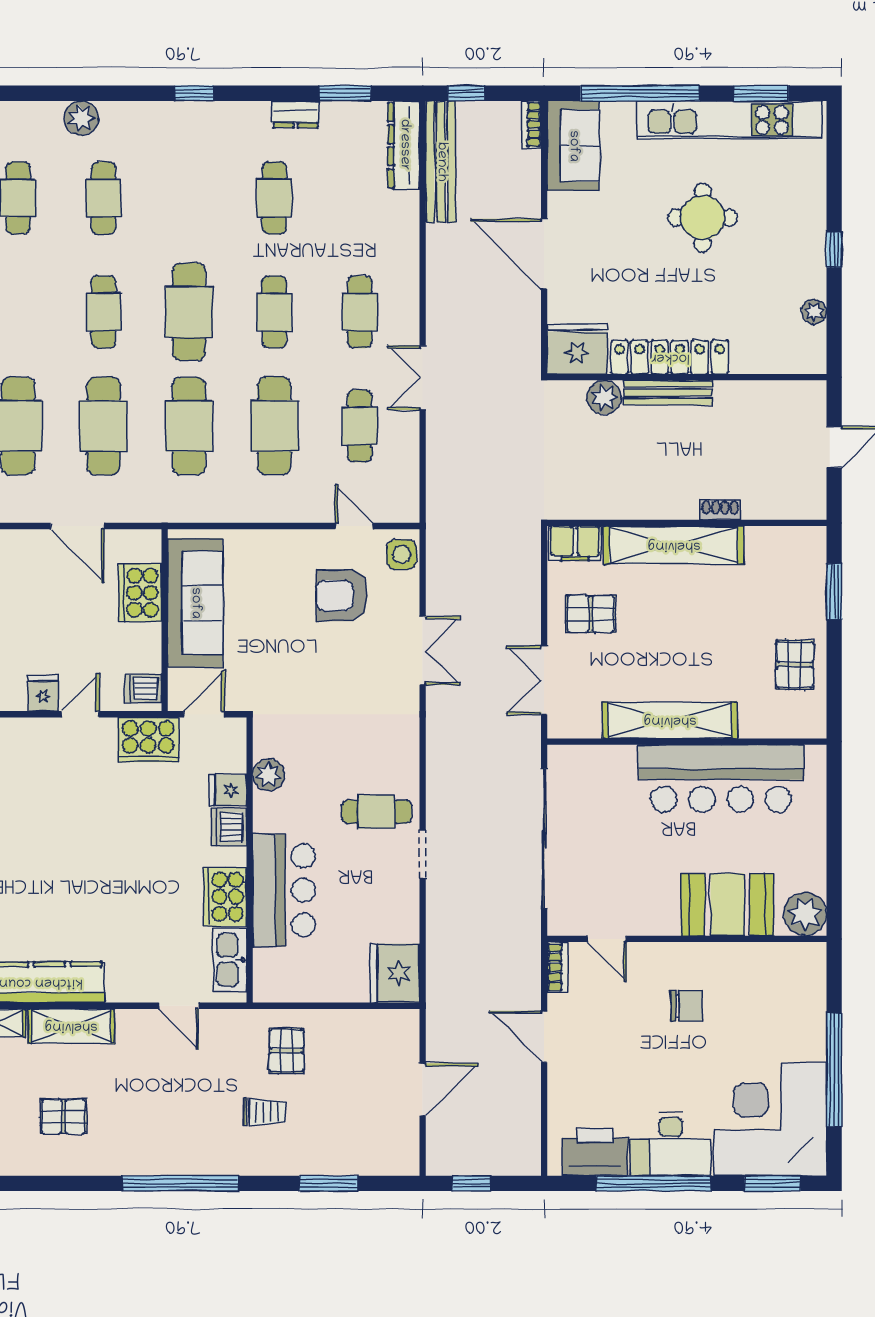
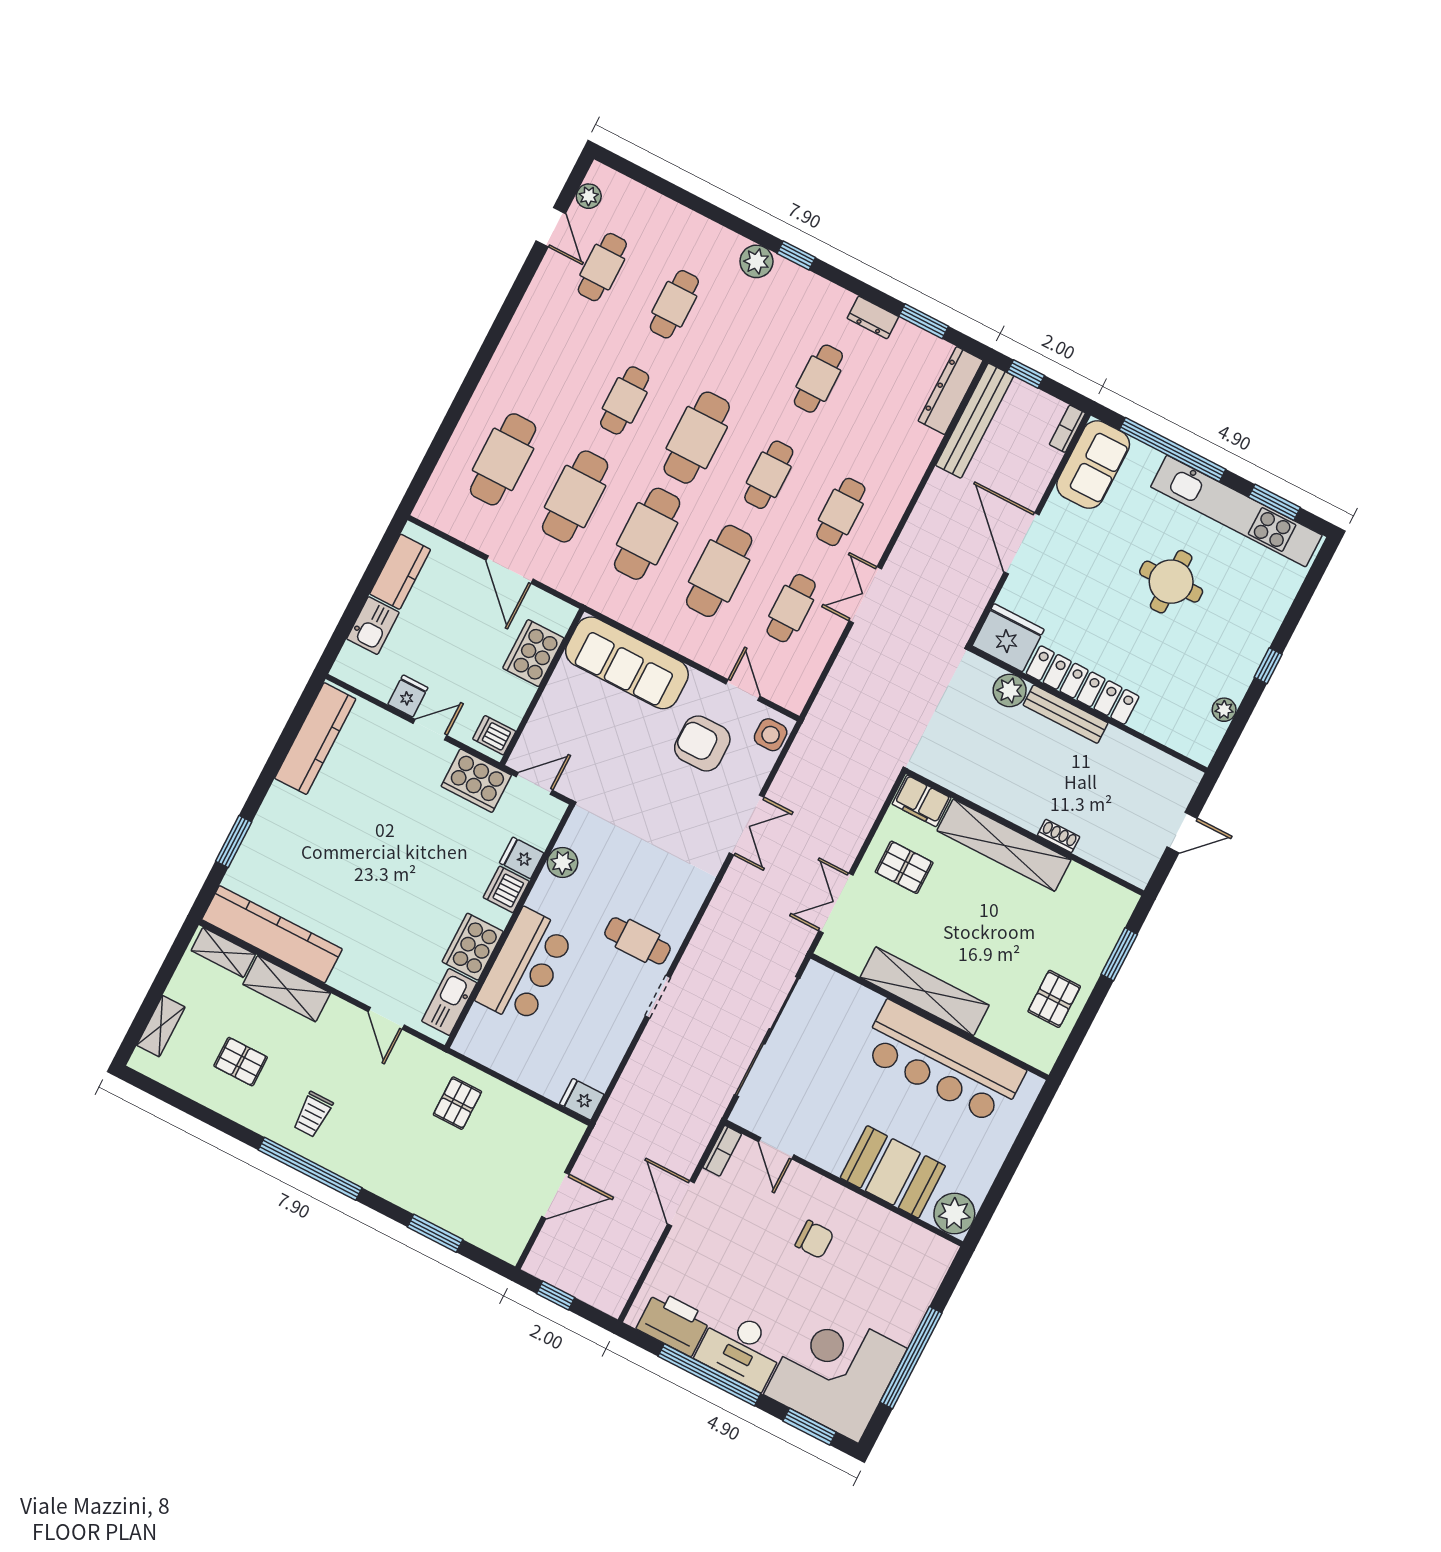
plant: (81, 118) -> (756, 261), moved
sofa: (195, 603) -> (627, 663), moved, turned 90
fridge: (395, 973) -> (582, 1099), width x0.53, depth x0.75
trolley: (264, 1112) -> (313, 1114), moved, turned 90

